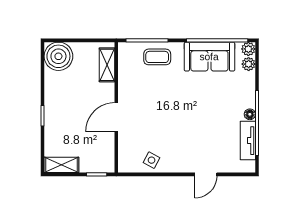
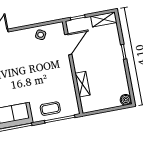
boiler: (58, 56) -> (126, 100), width x0.54, depth x0.54
shelving: (107, 65) -> (83, 84), moved
door: (116, 117) -> (68, 44), moved

